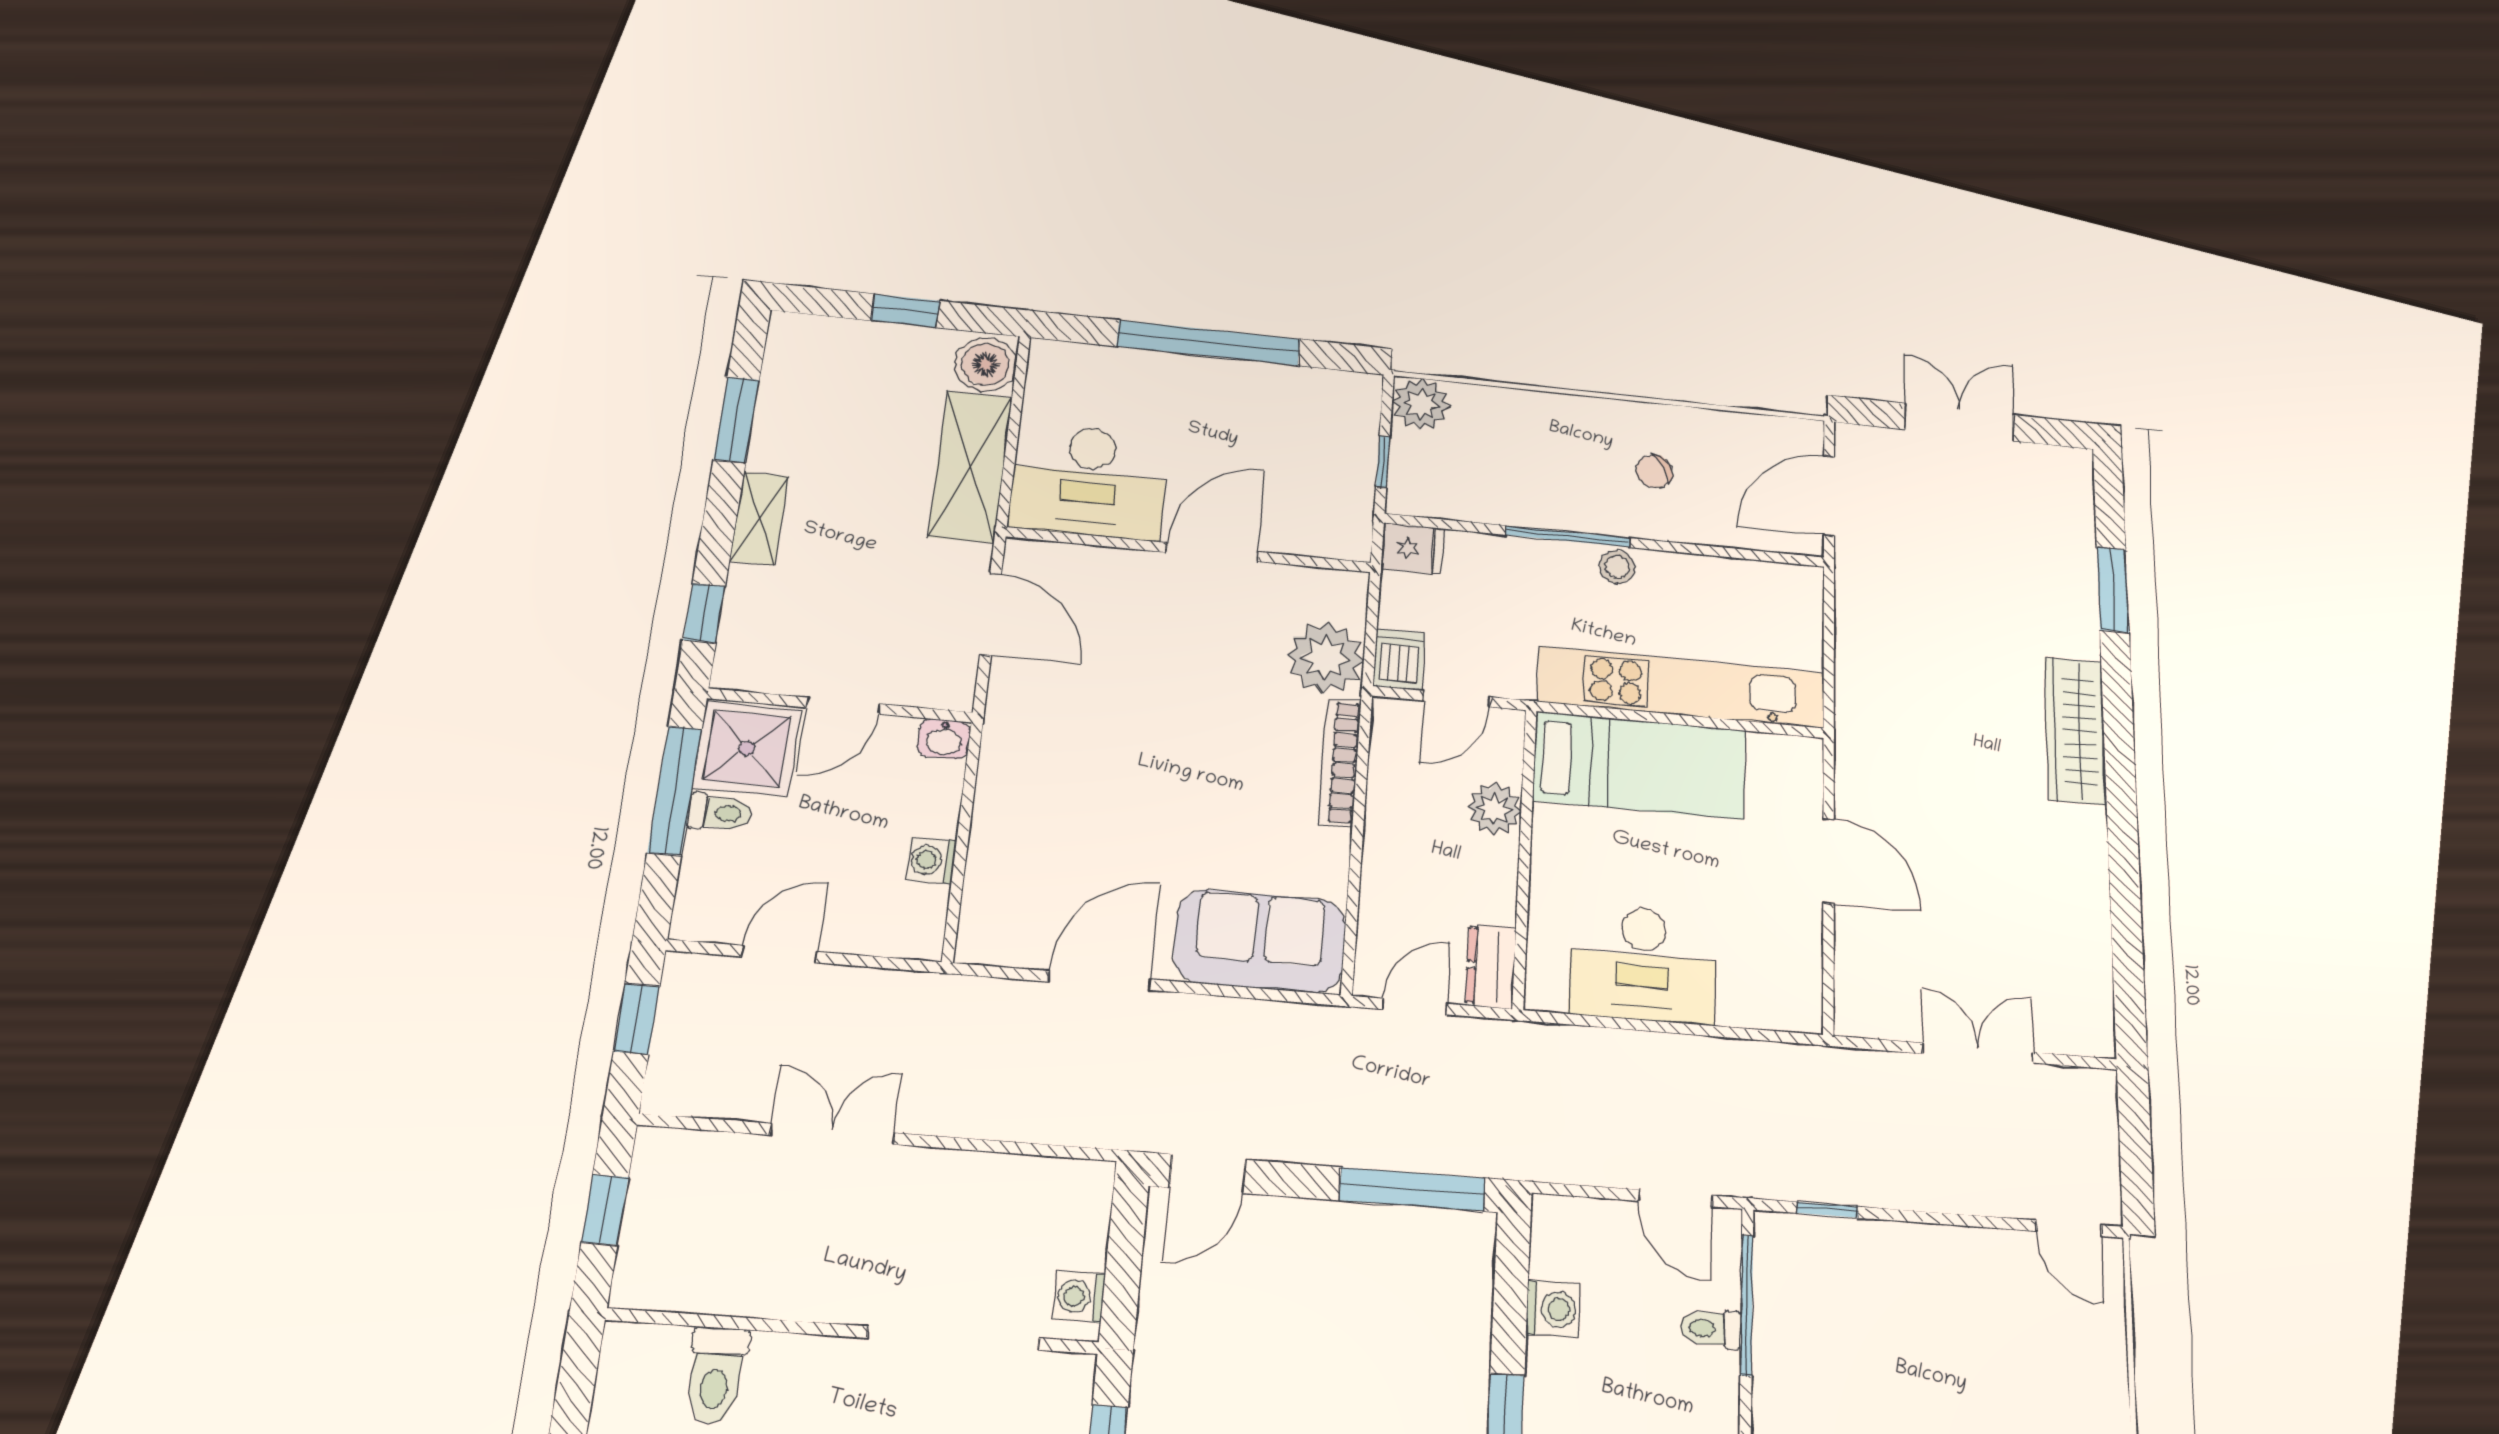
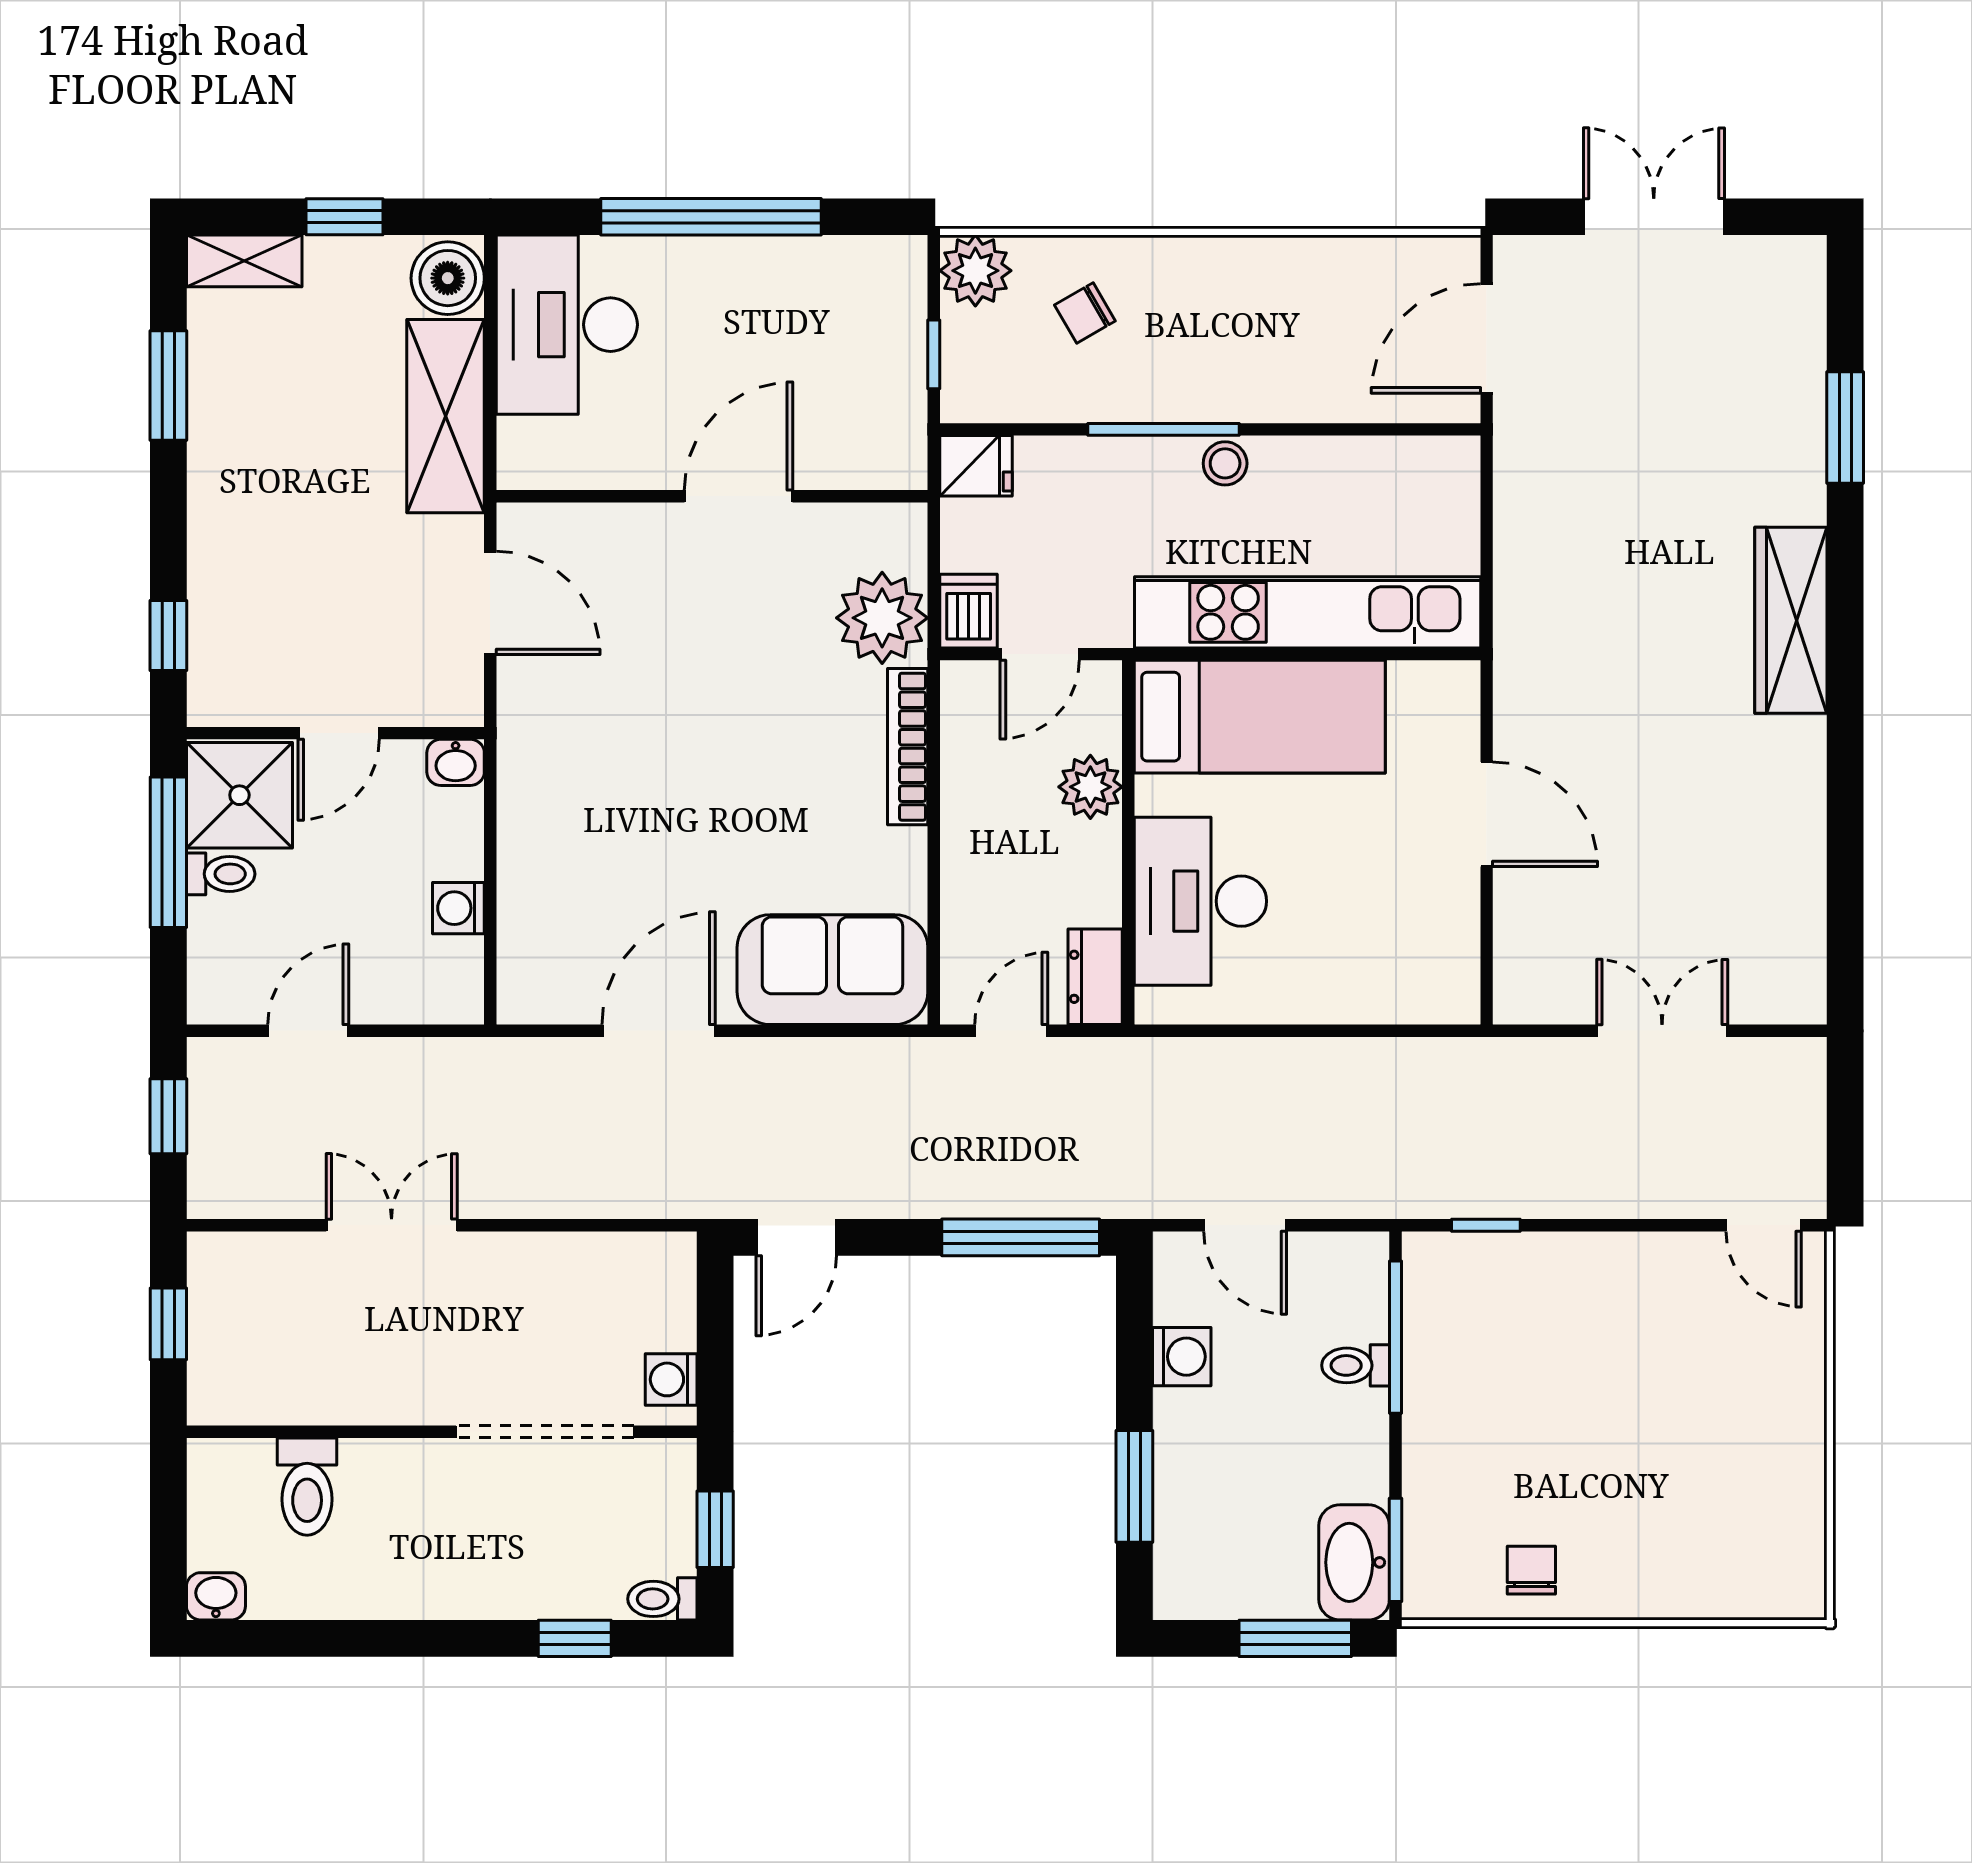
chair: (1654, 472) -> (1085, 313), moved
desk: (1089, 481) -> (567, 325), moved, turned 90
shelving: (759, 518) -> (244, 261), moved, turned 90
desk: (1643, 964) -> (1200, 901), moved, turned 90
door: (1675, 1198) -> (1245, 1225), moved

